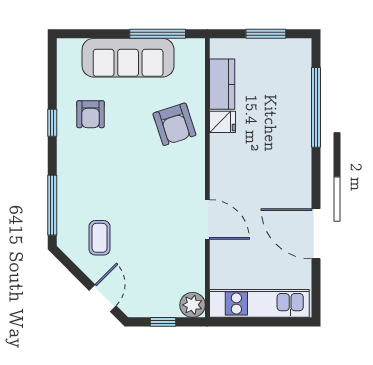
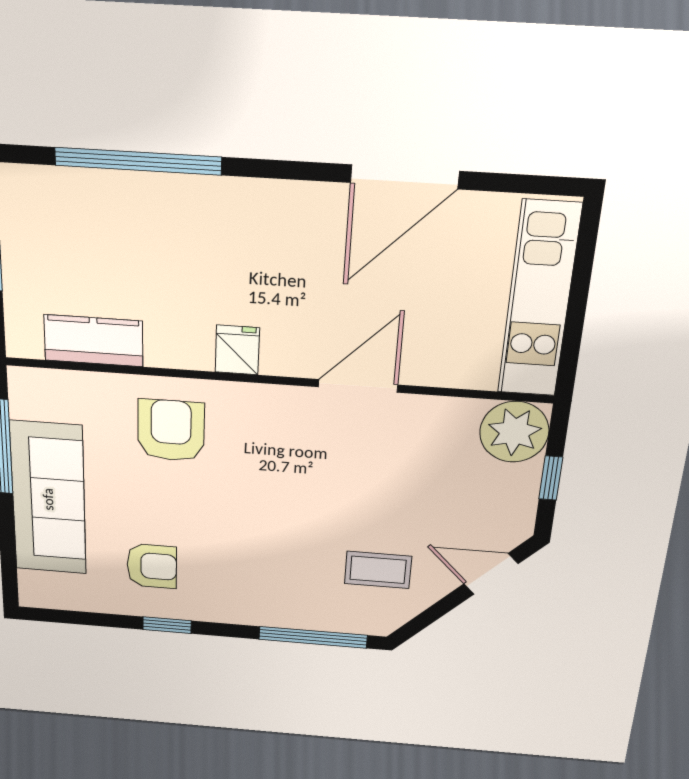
fridge: (222, 122) -> (237, 350), moved
armchair: (174, 124) -> (171, 431), turned -72
plant: (193, 305) -> (514, 432), width x1.36, depth x1.36

